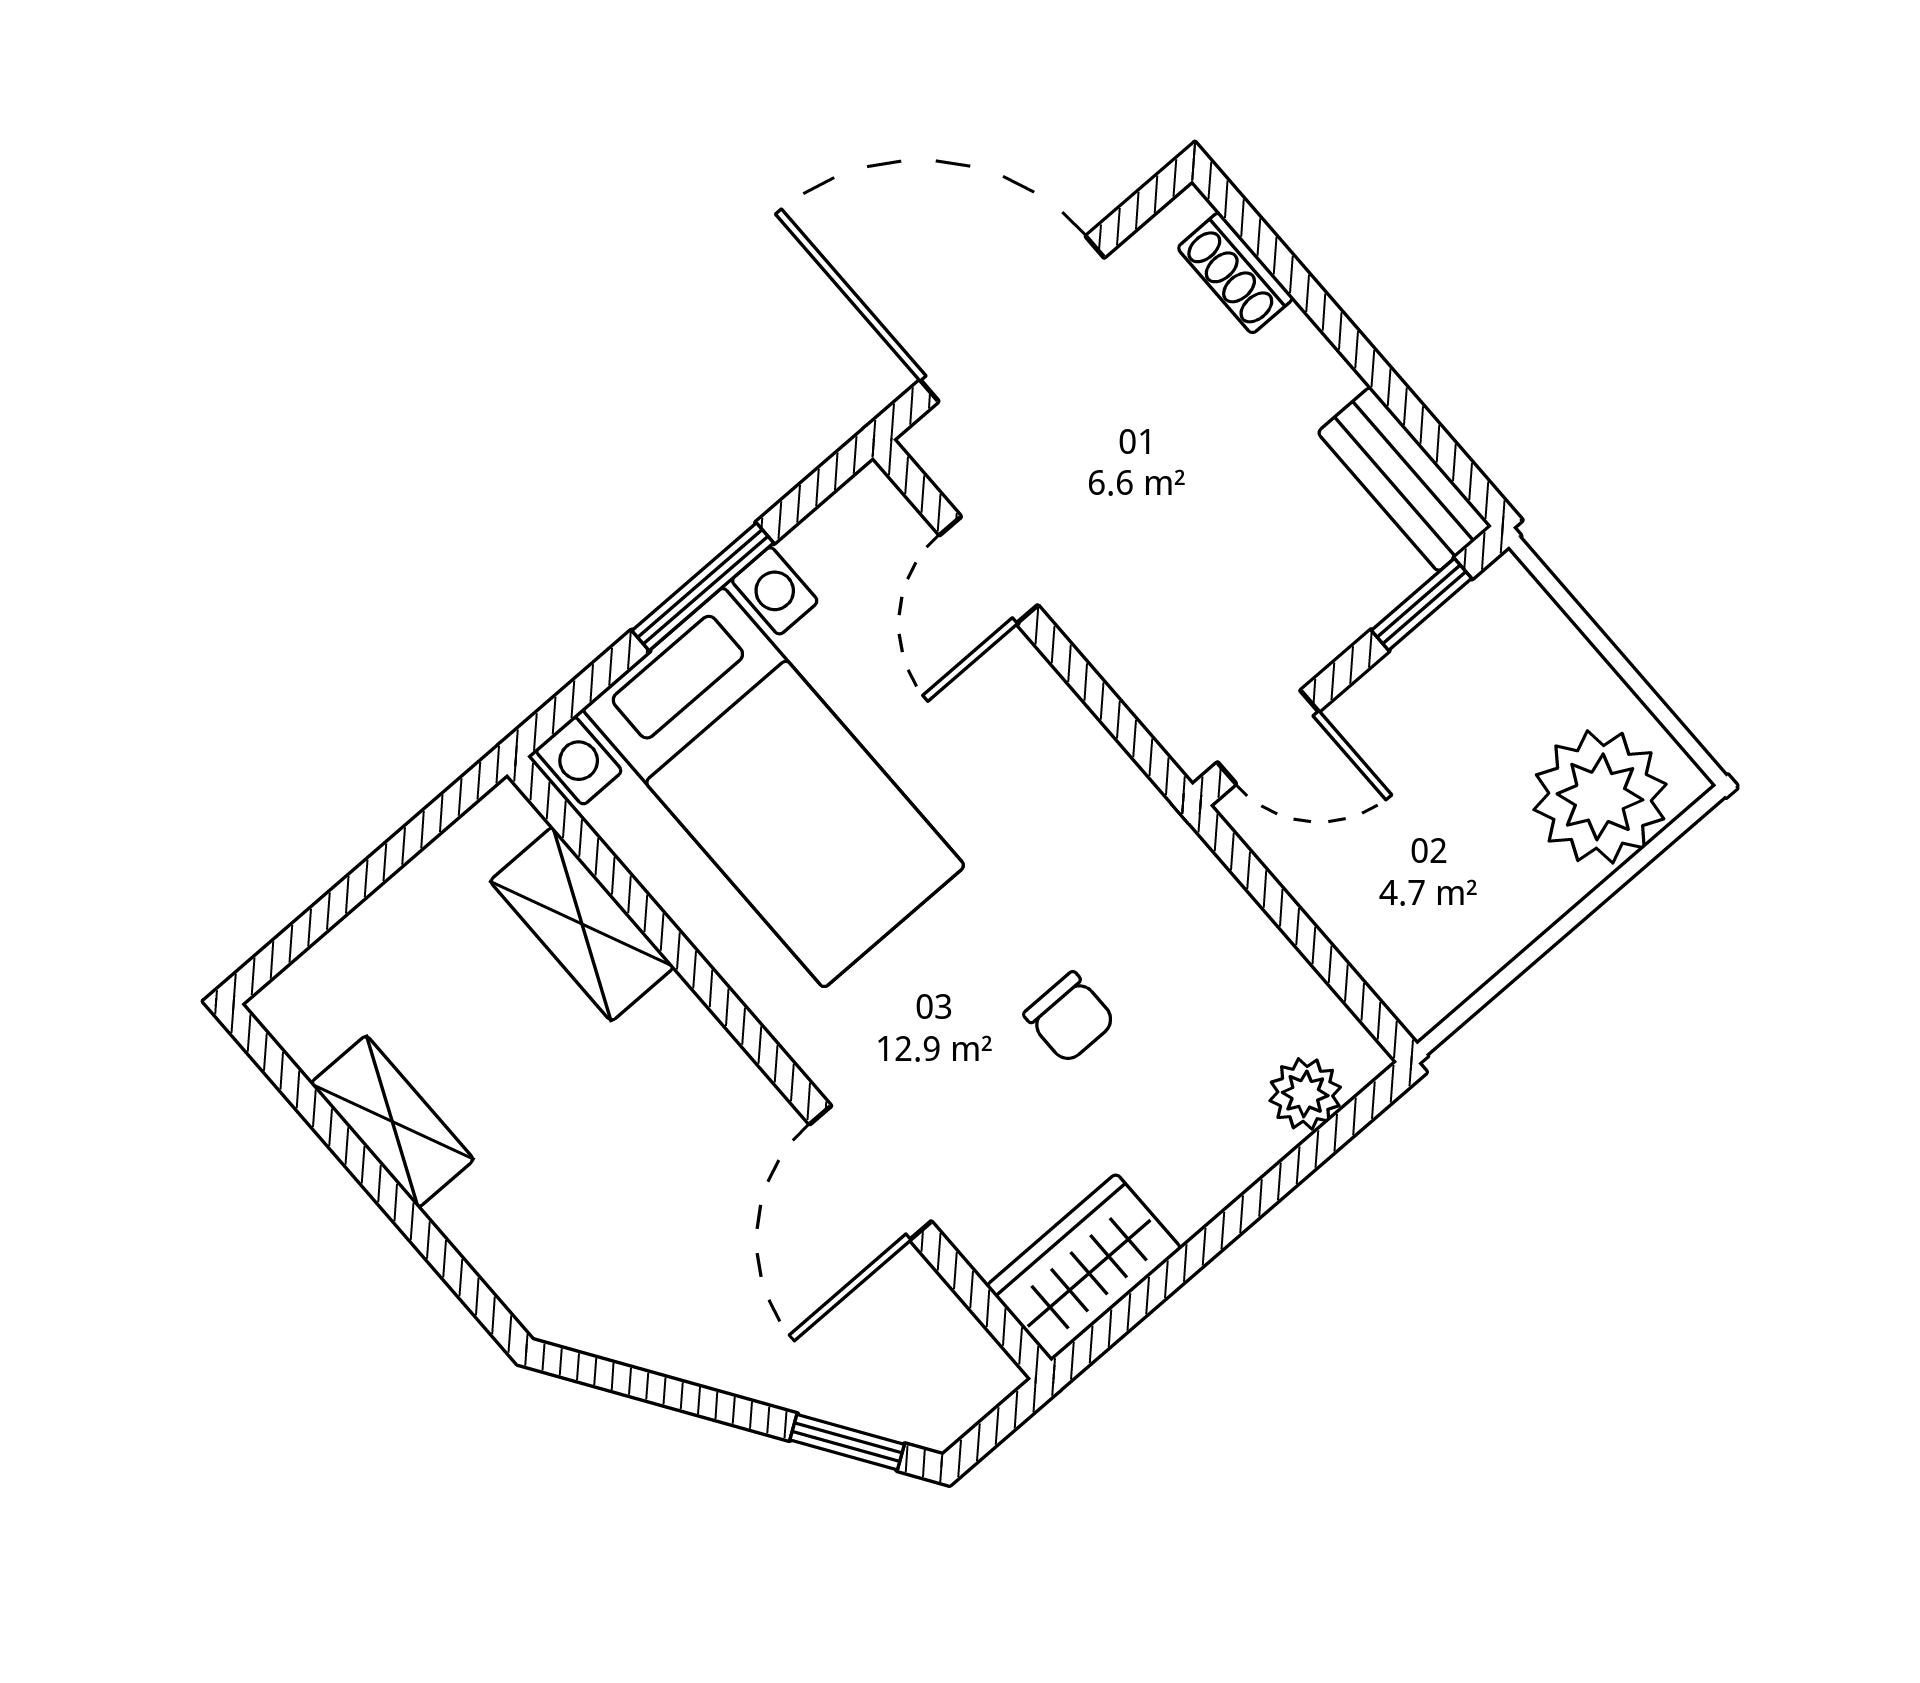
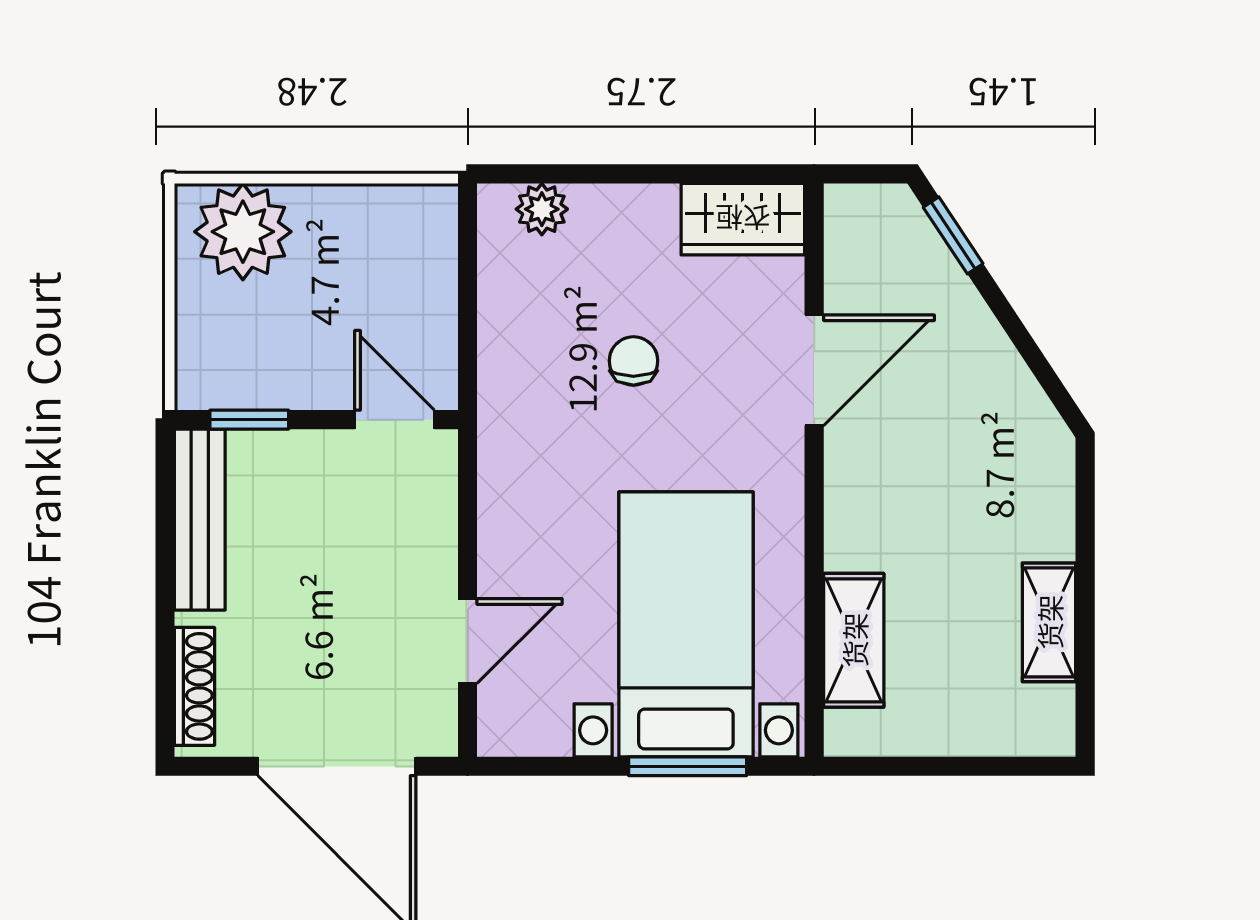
shoe rack: (1235, 273) -> (195, 686), width x1.43
bench: (1404, 479) -> (200, 520), width x1.36
window: (703, 587) -> (688, 766), moved

